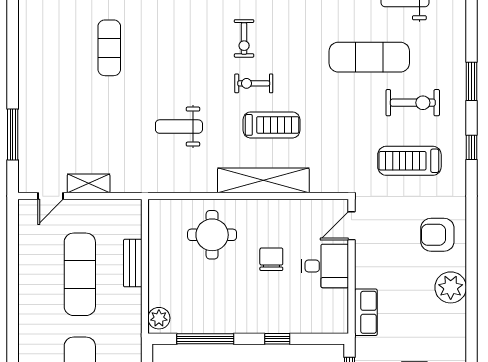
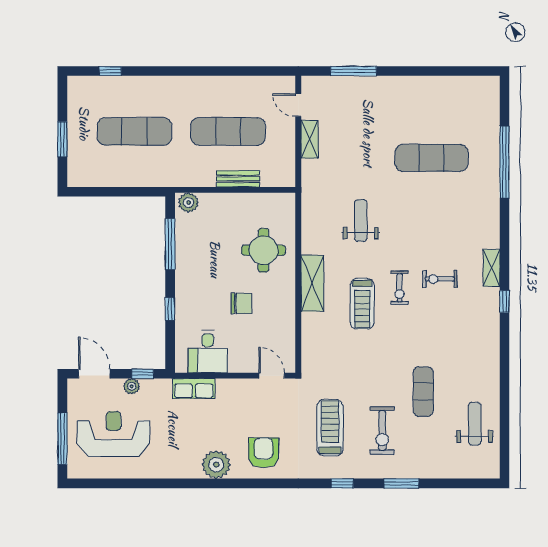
exercise mat: (109, 48) -> (431, 158), width x1.36, depth x1.45
exercise mat: (369, 57) -> (423, 392), width x0.73, depth x0.69
exercise bike: (254, 83) -> (400, 288), turned 180
shelving: (263, 180) -> (312, 283), width x0.68
desk: (325, 266) -> (208, 352), moved

